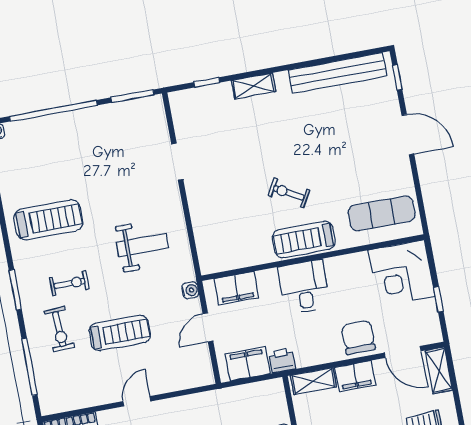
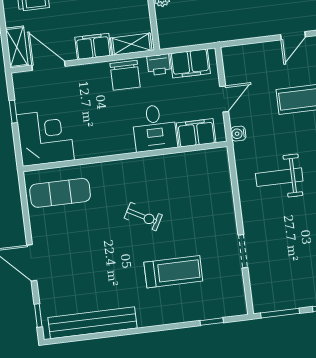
shelving: (253, 86) -> (169, 316), removed
treadmill: (304, 239) -> (173, 272), moved
desk: (304, 287) -> (154, 128), moved
chair: (358, 337) -> (125, 75), moved

